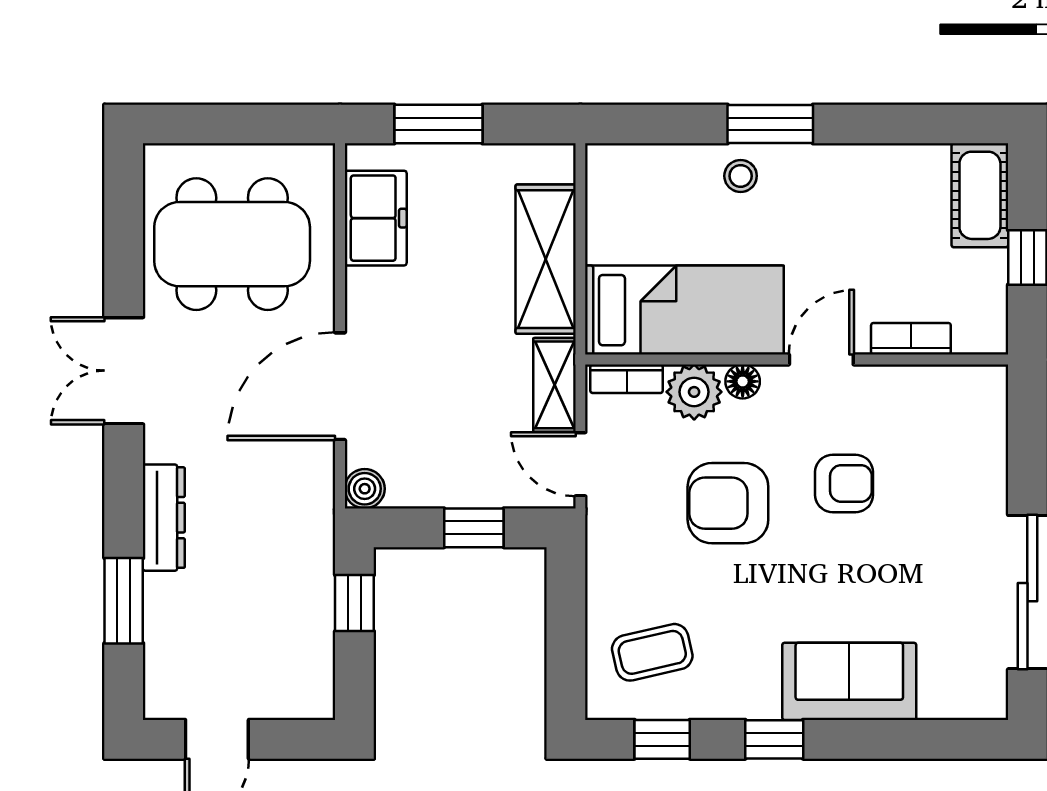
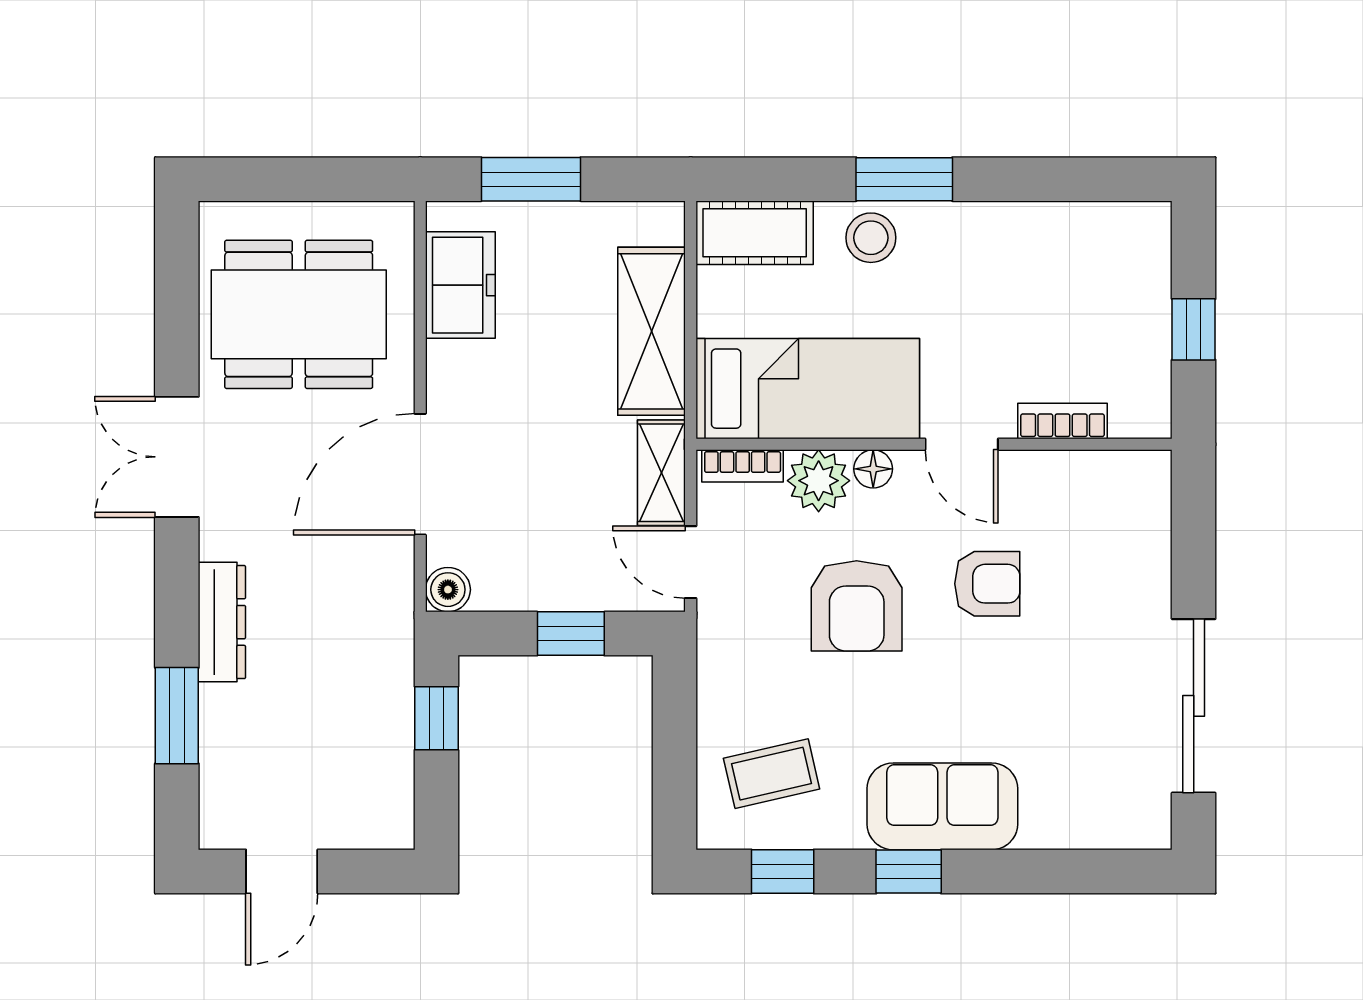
stool: (741, 176) -> (871, 238), width x1.37, depth x1.37
cot: (980, 195) -> (755, 233), moved, turned 90
door: (821, 360) -> (962, 444), swing flipped
armchair: (728, 503) -> (857, 606), turned -90
sofa: (849, 681) -> (942, 806), moved

